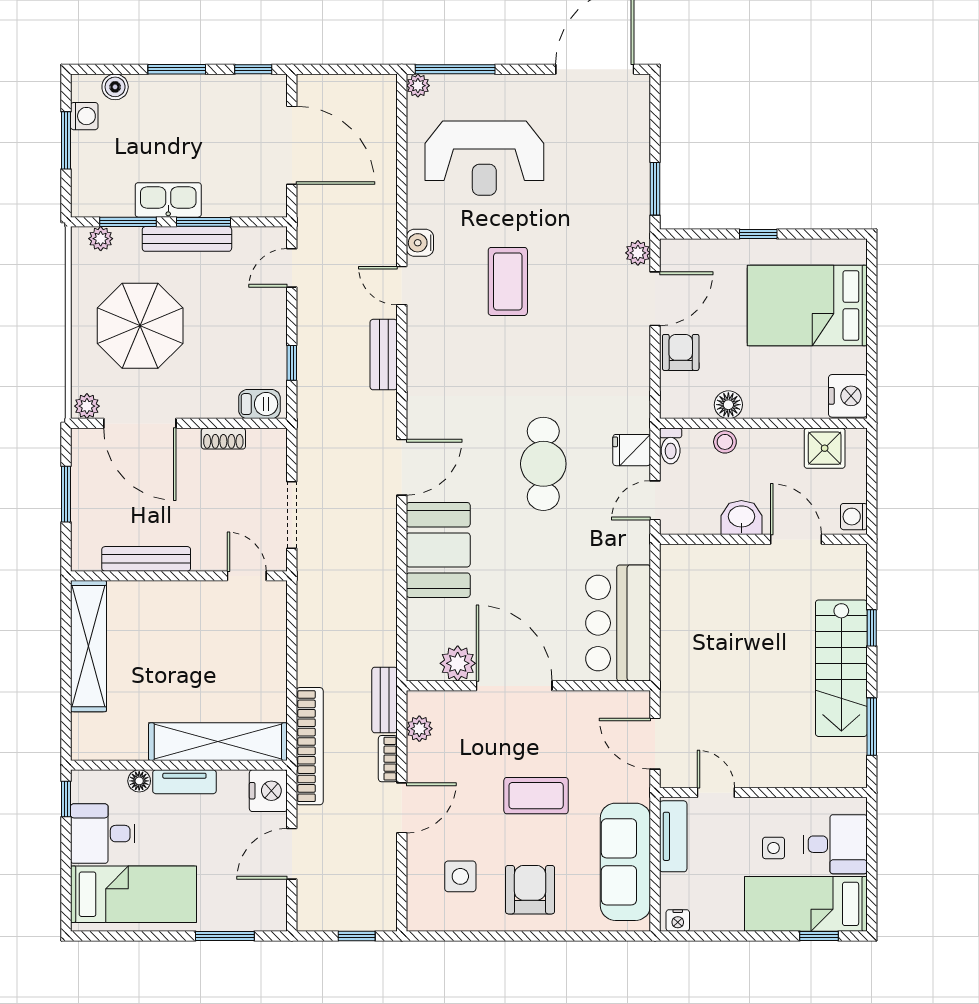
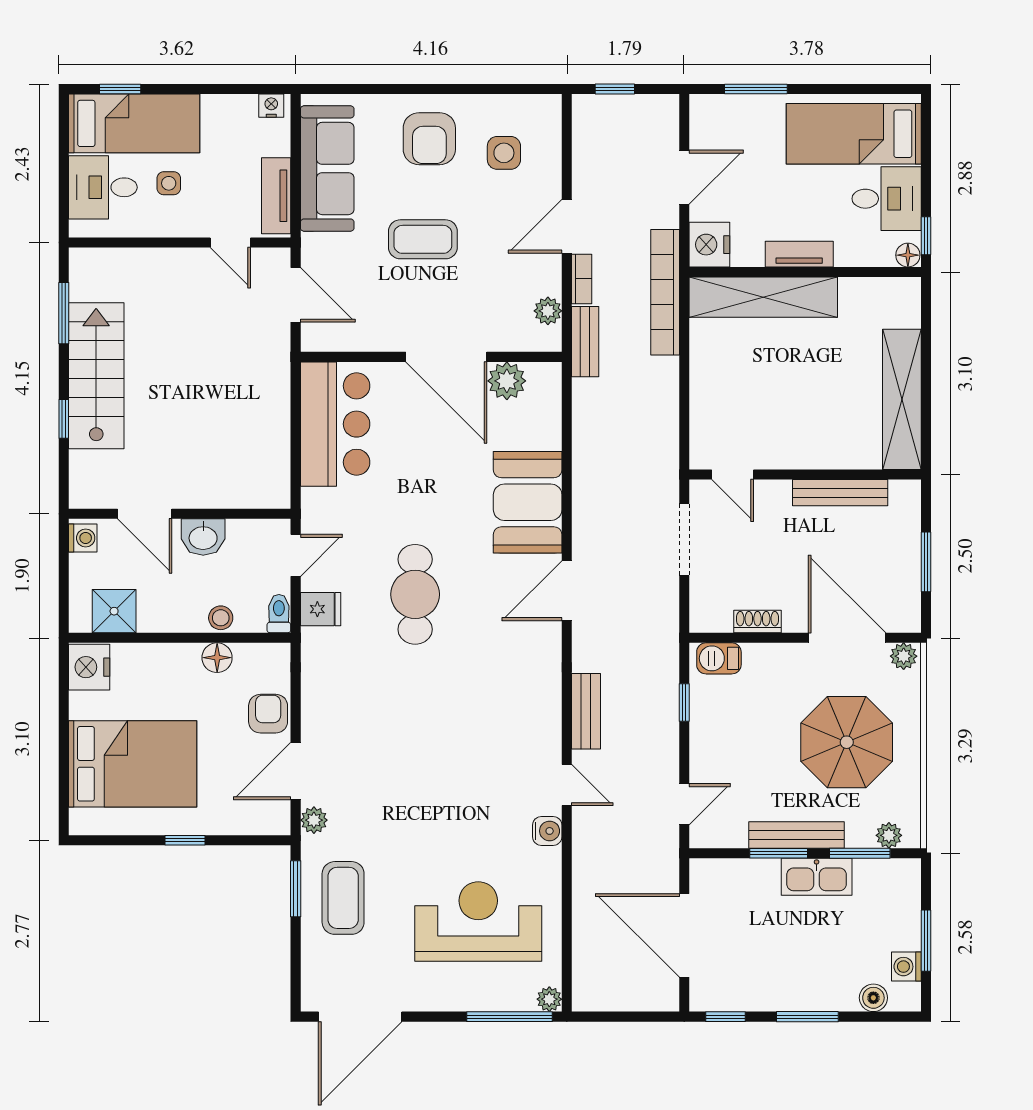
coffee table: (508, 281) -> (343, 898), moved
armchair: (681, 352) -> (268, 714), turned 180
floor lamp: (139, 781) -> (908, 255), moved

